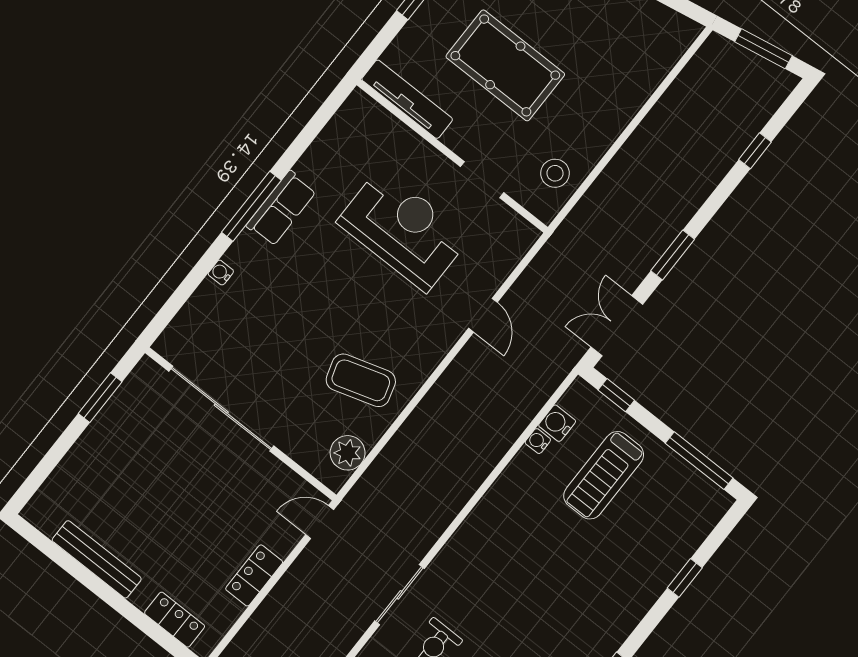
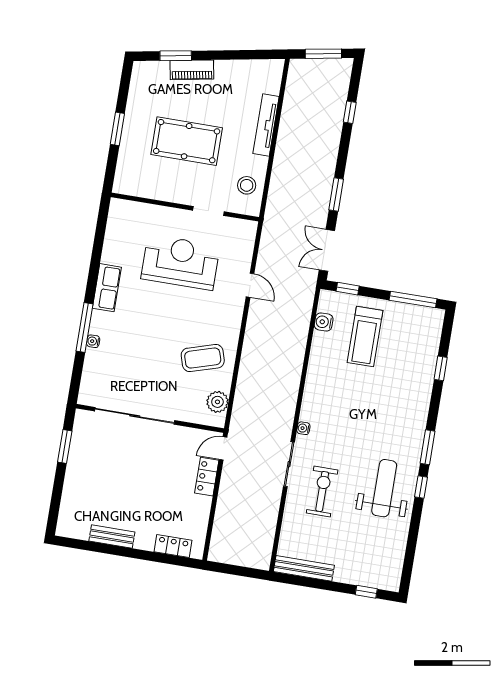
tv unit: (407, 99) -> (266, 125), moved, turned -90
window: (251, 206) -> (84, 328), moved
water cooler: (538, 441) -> (303, 428), moved
bench: (97, 559) -> (112, 537), width x0.73
locker: (254, 575) -> (207, 477), moved

